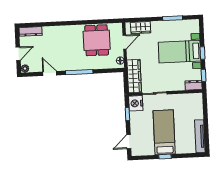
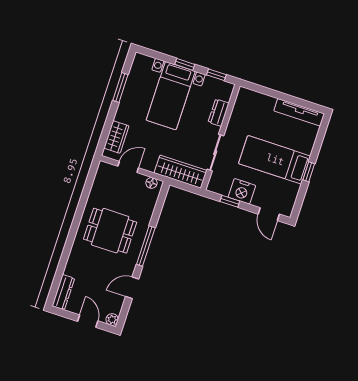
dining table: (97, 40) -> (110, 231), moved
door: (125, 42) -> (128, 167), hinge flipped
dresser: (194, 85) -> (219, 113), moved
nightstand: (136, 103) -> (242, 191), moved

